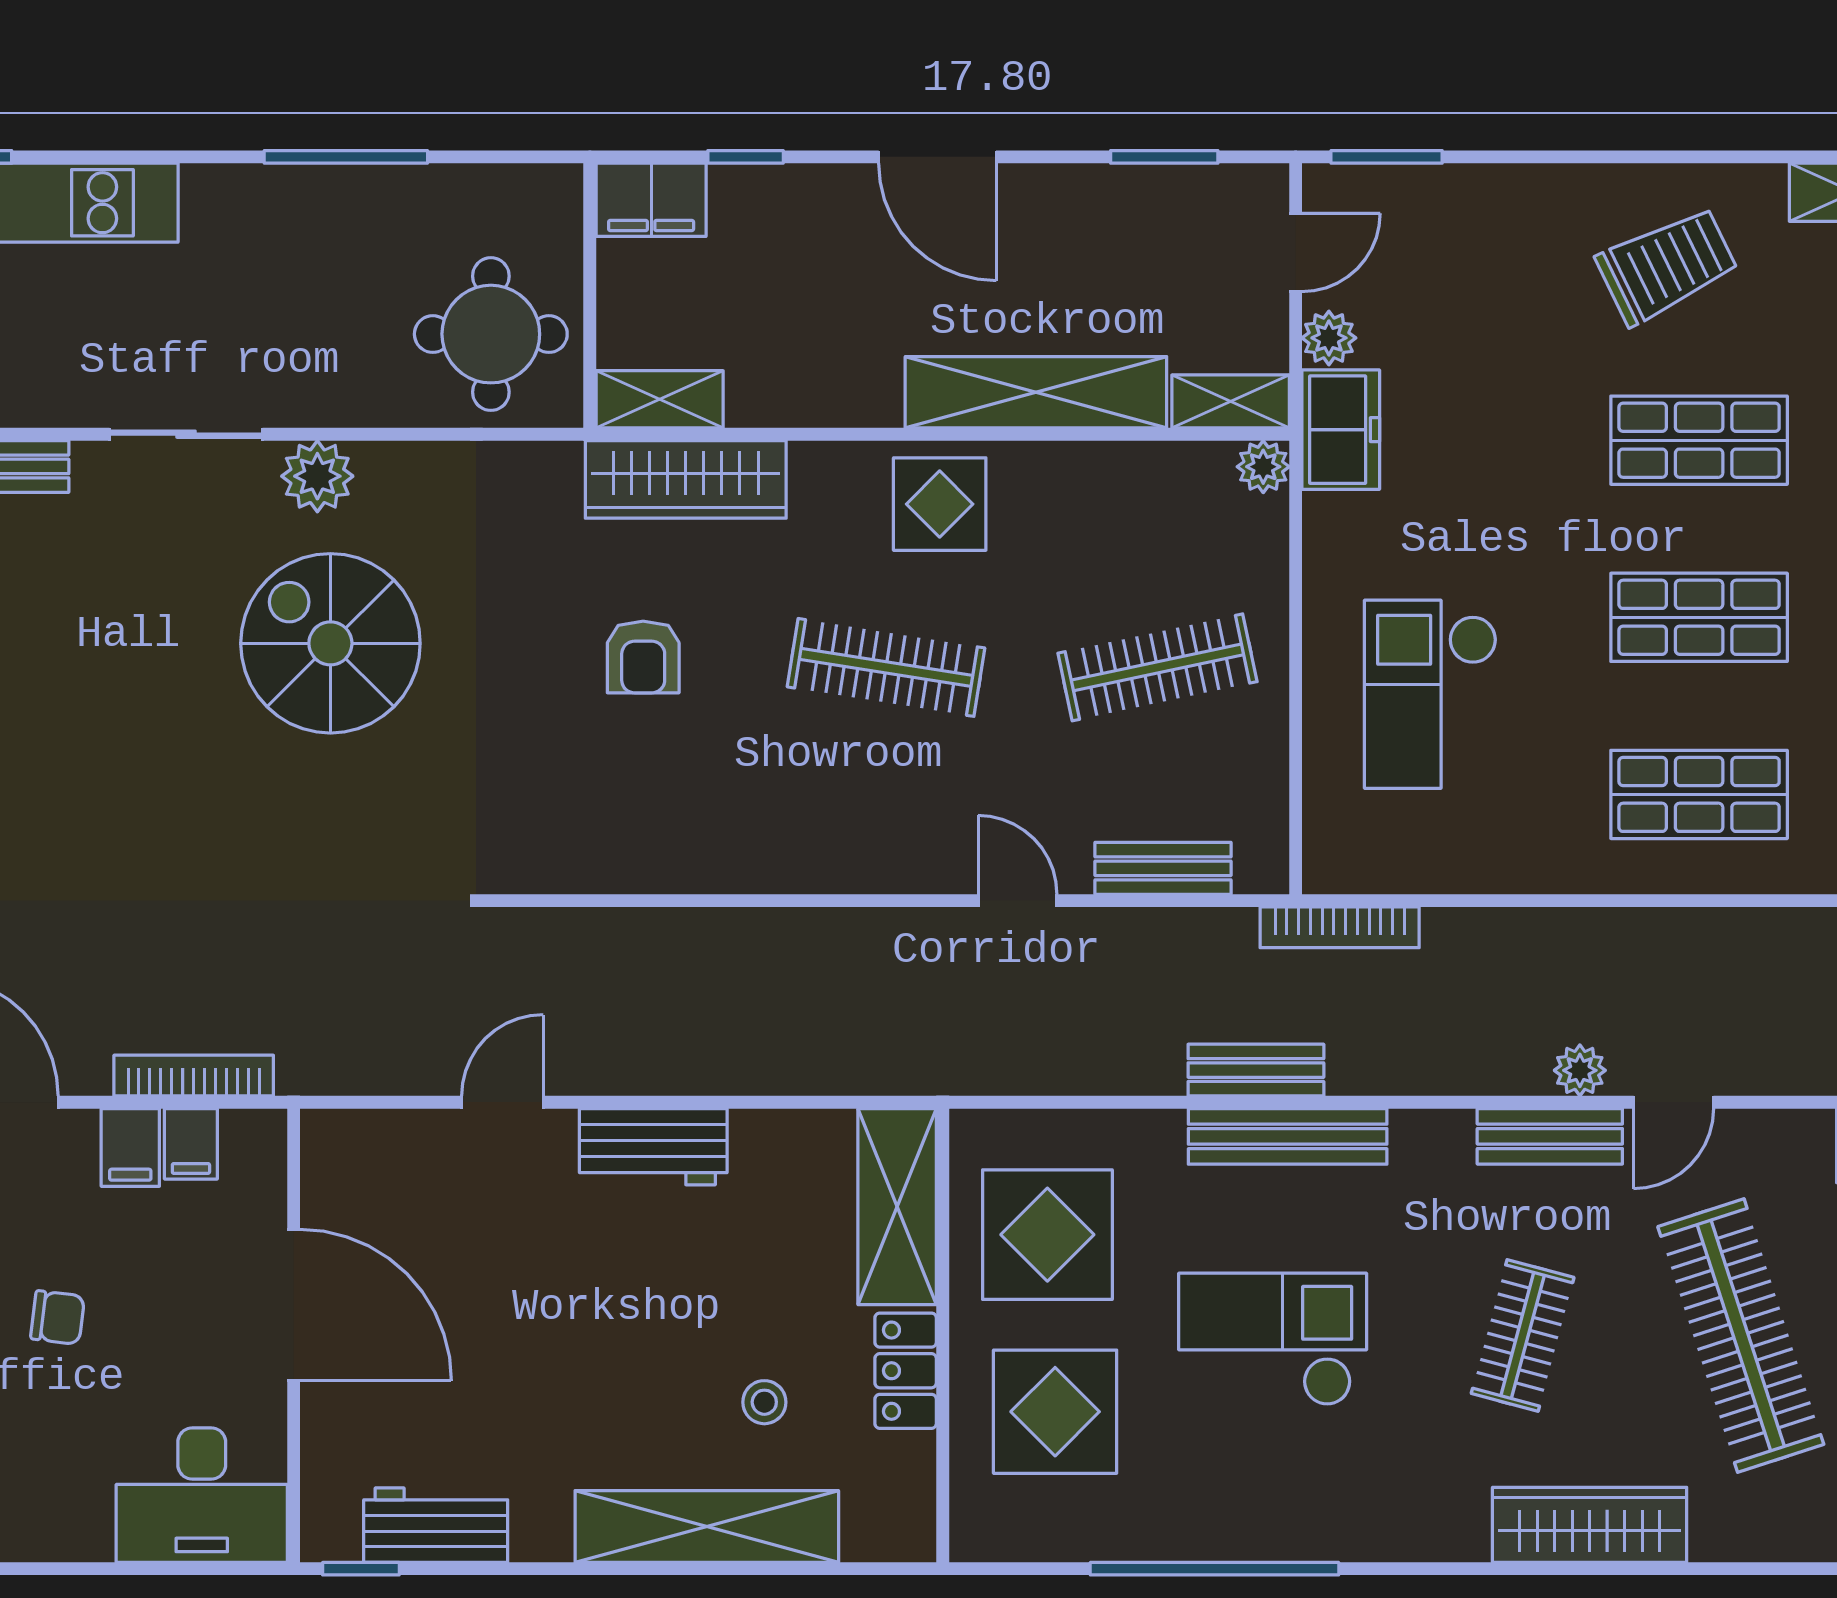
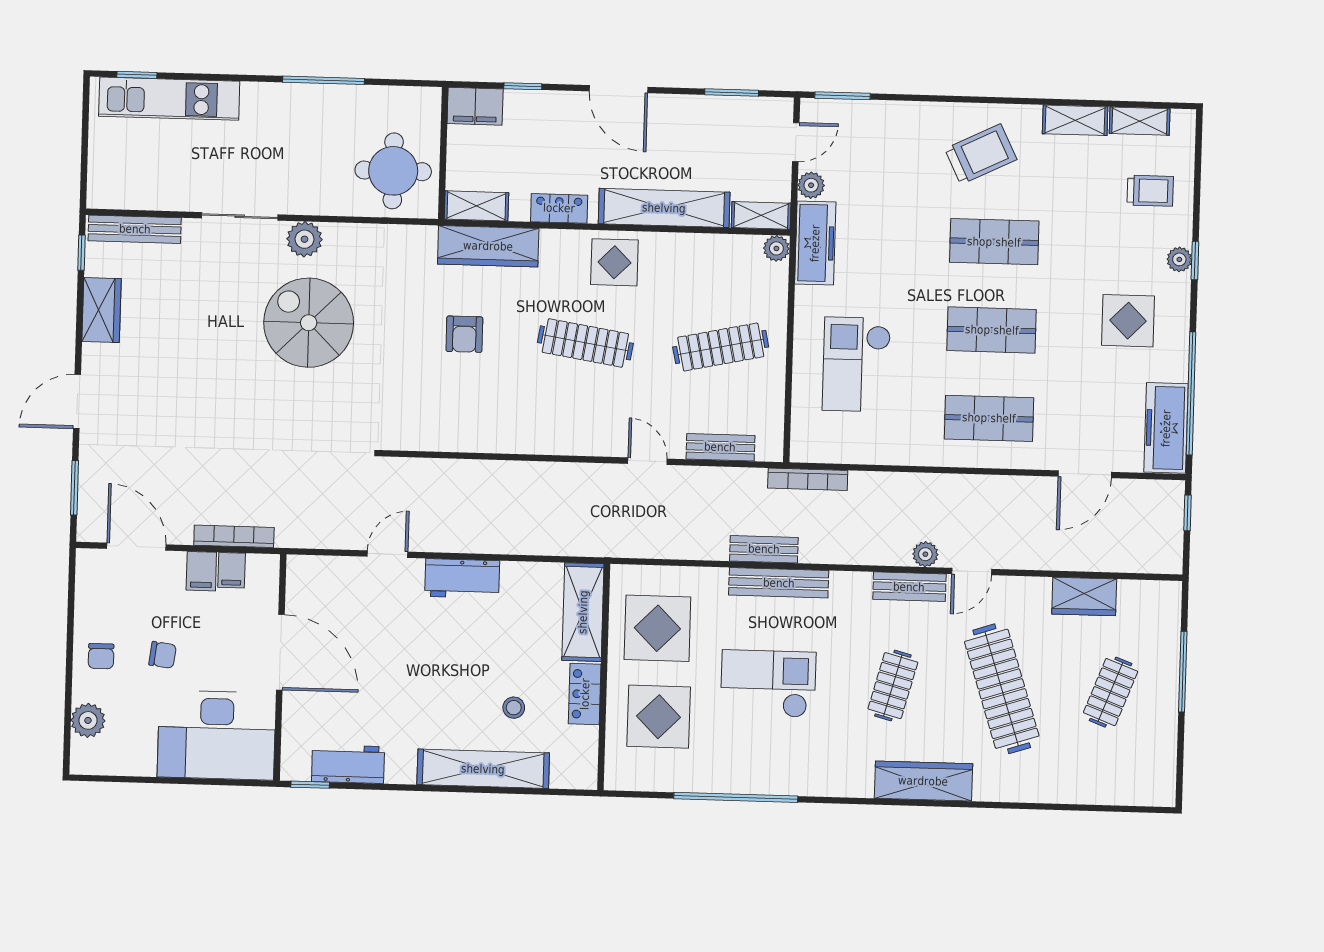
locker: (825, 399) -> (559, 208), added
freezer: (1341, 430) -> (815, 243), width x1.40
desk: (202, 1495) -> (217, 735), width x1.36, depth x1.30

